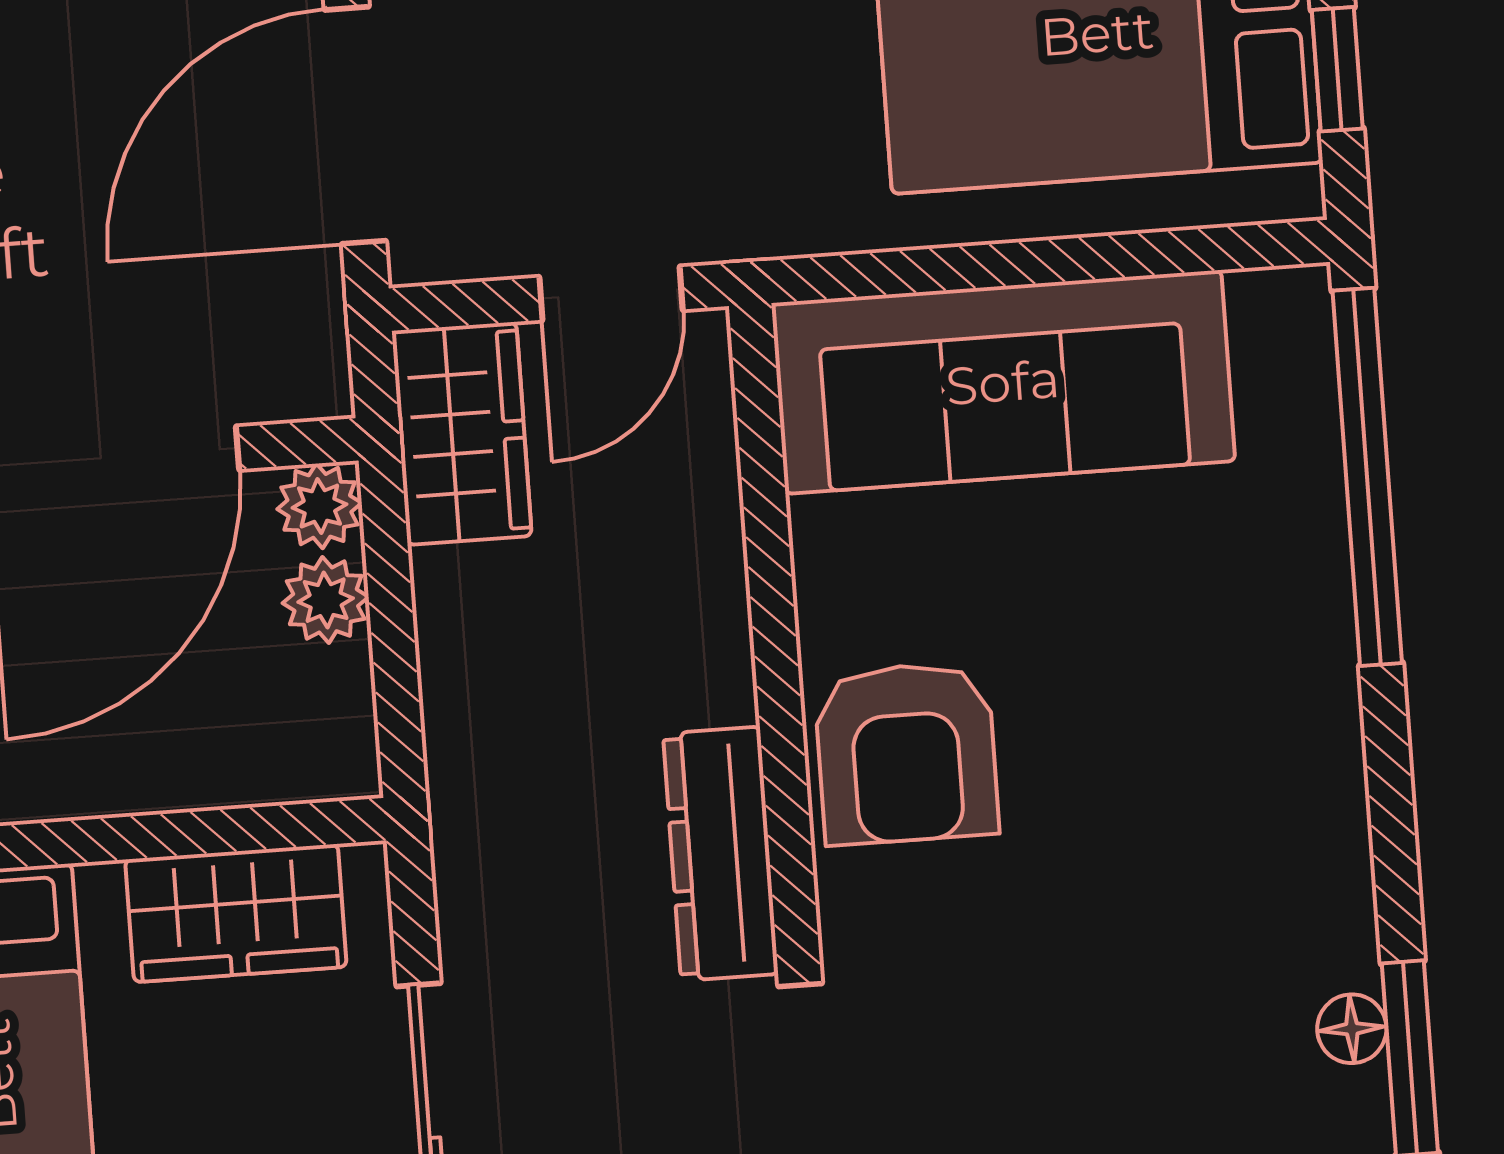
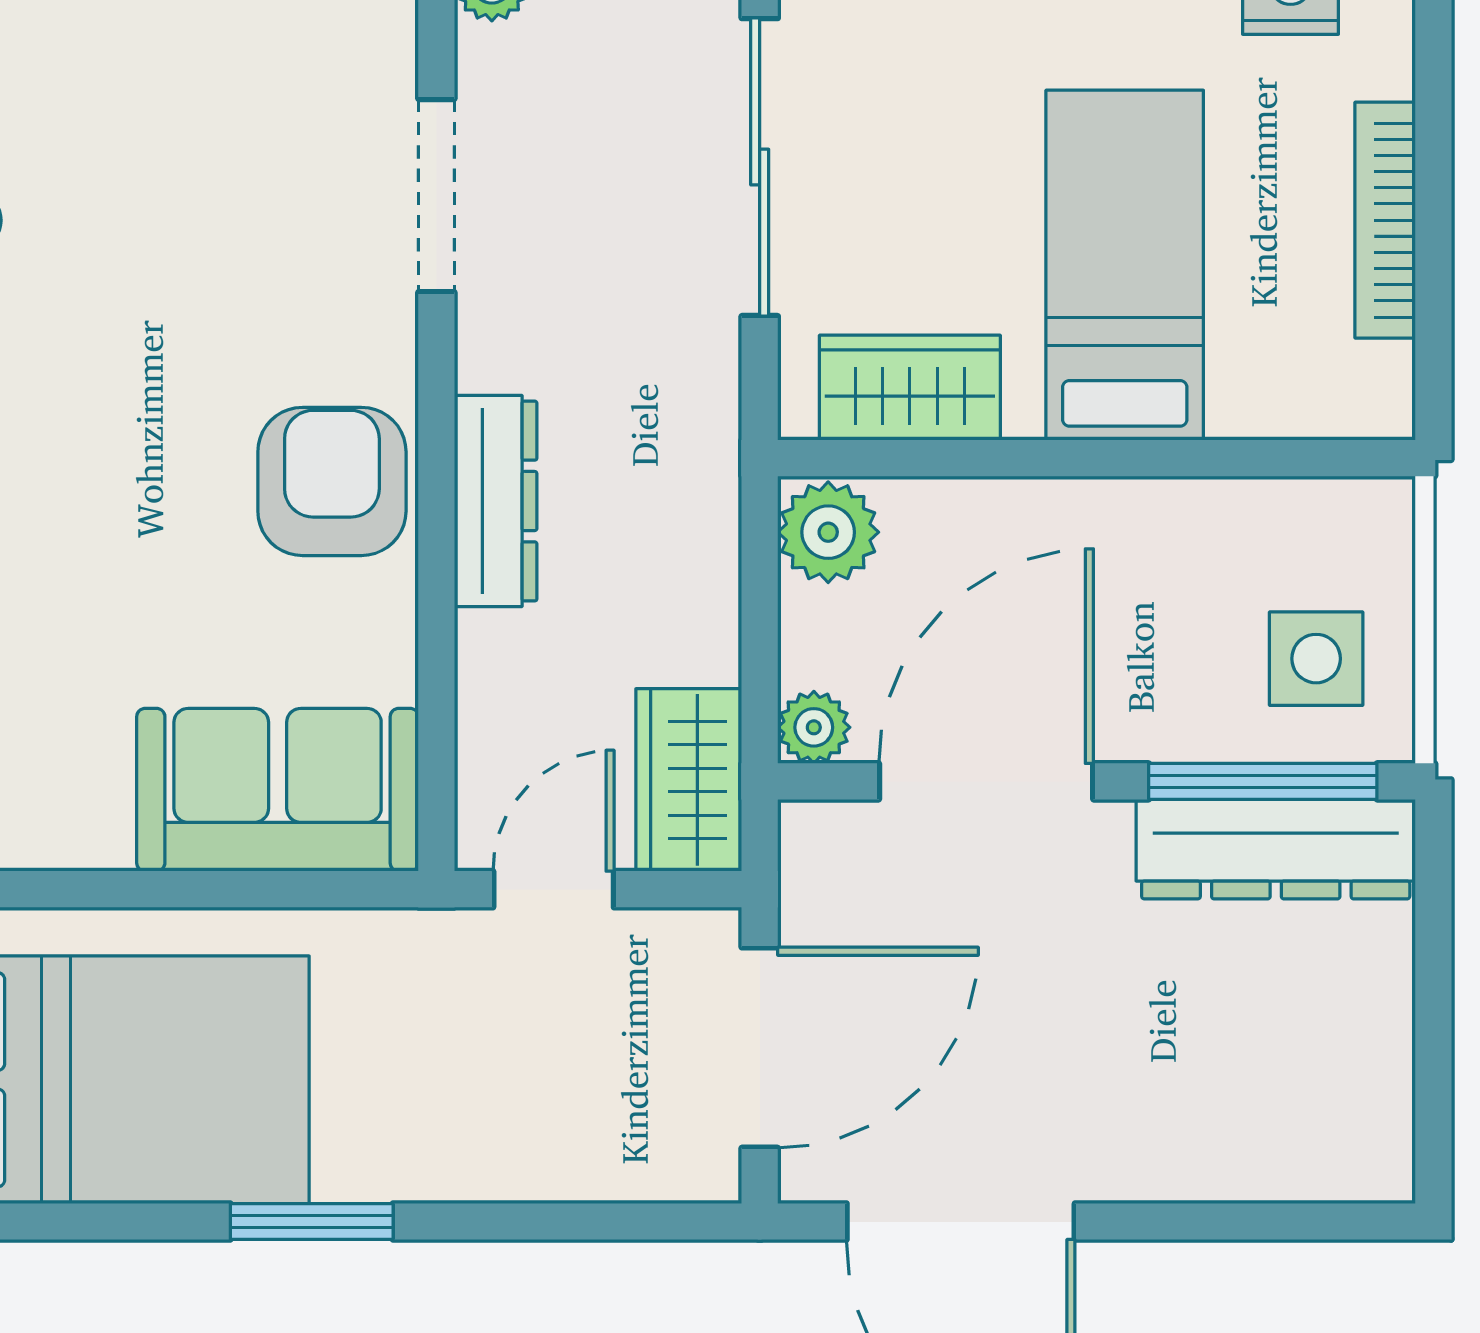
sofa: (1003, 382) -> (278, 790), width x0.73
plant: (326, 600) -> (828, 532), moved, width x1.38, depth x1.38
dresser: (721, 854) -> (496, 501), moved

